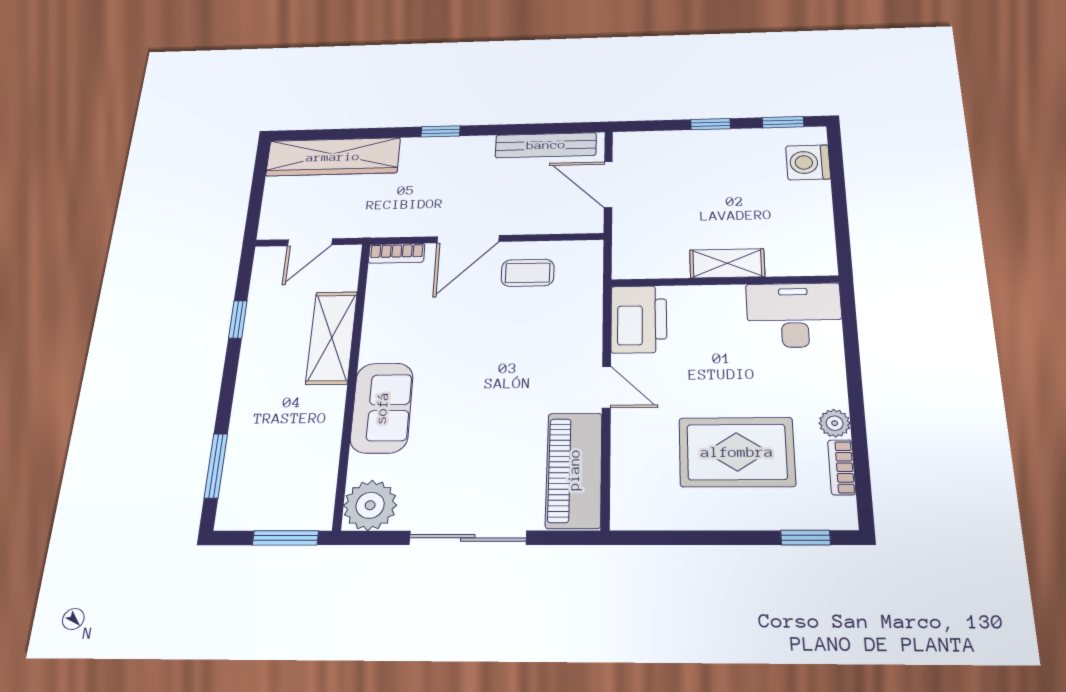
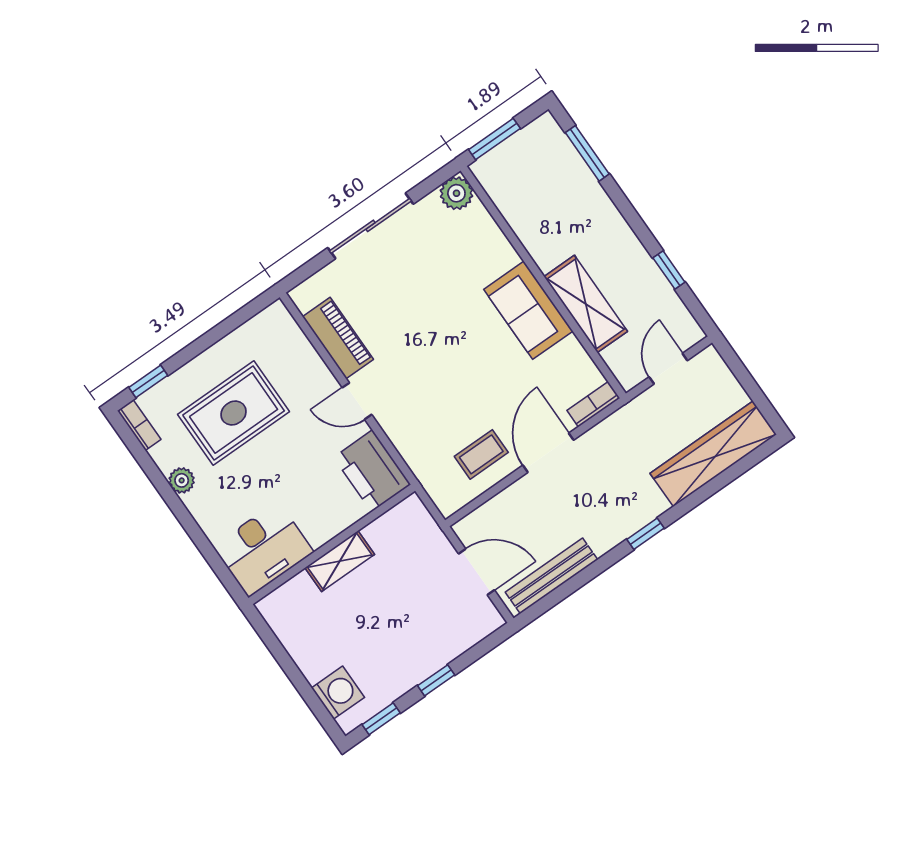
sofa: (382, 408) -> (528, 310), moved
bookcase: (842, 467) -> (139, 425), moved
piano: (574, 470) -> (338, 338), width x0.73, depth x0.75
plant: (370, 505) -> (456, 193), width x0.73, depth x0.73

